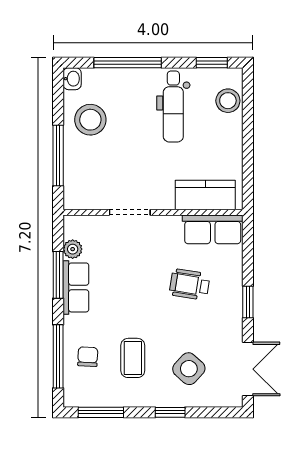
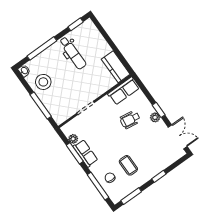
stool: (228, 101) -> (93, 35), removed
kitchen counter: (205, 195) -> (116, 67), moved, turned -90
plant: (233, 310) -> (155, 117), added
side table: (189, 369) -> (154, 154), removed

